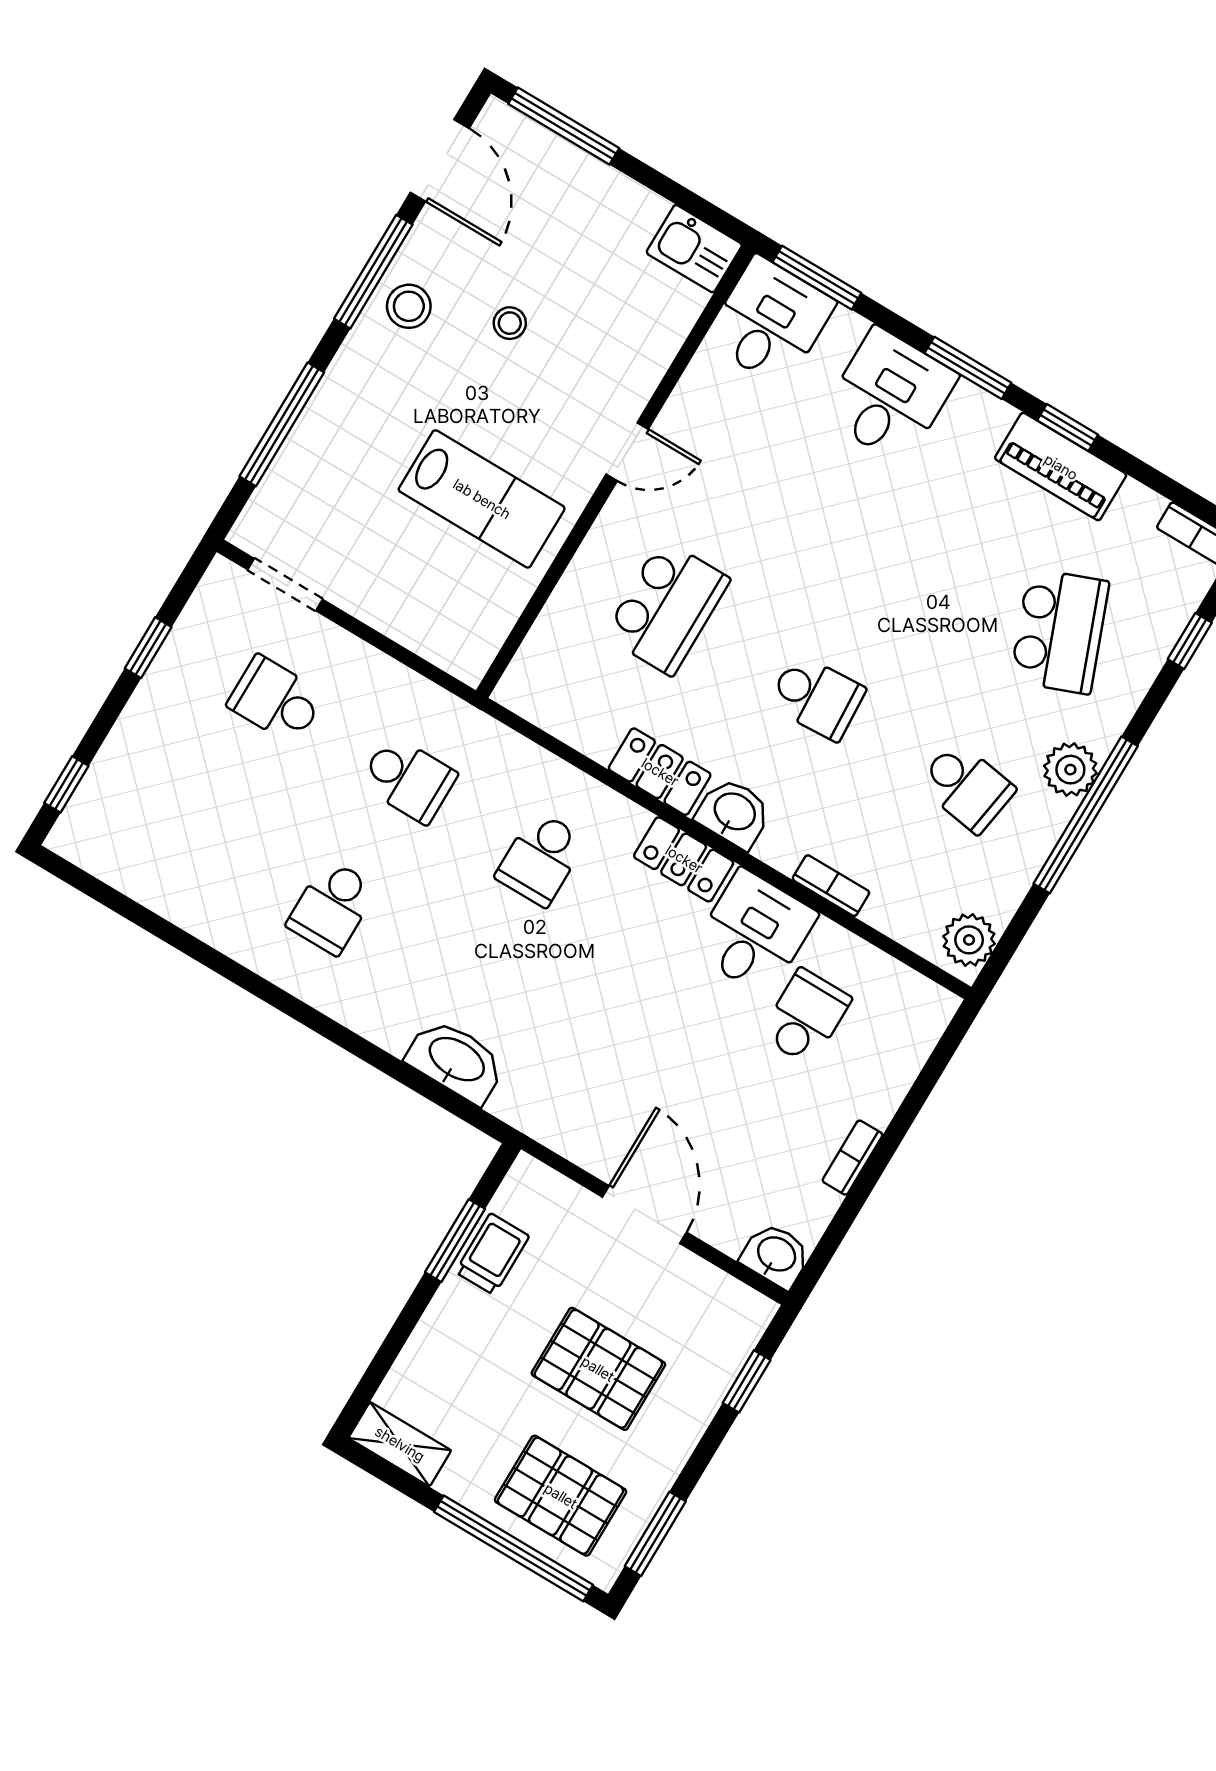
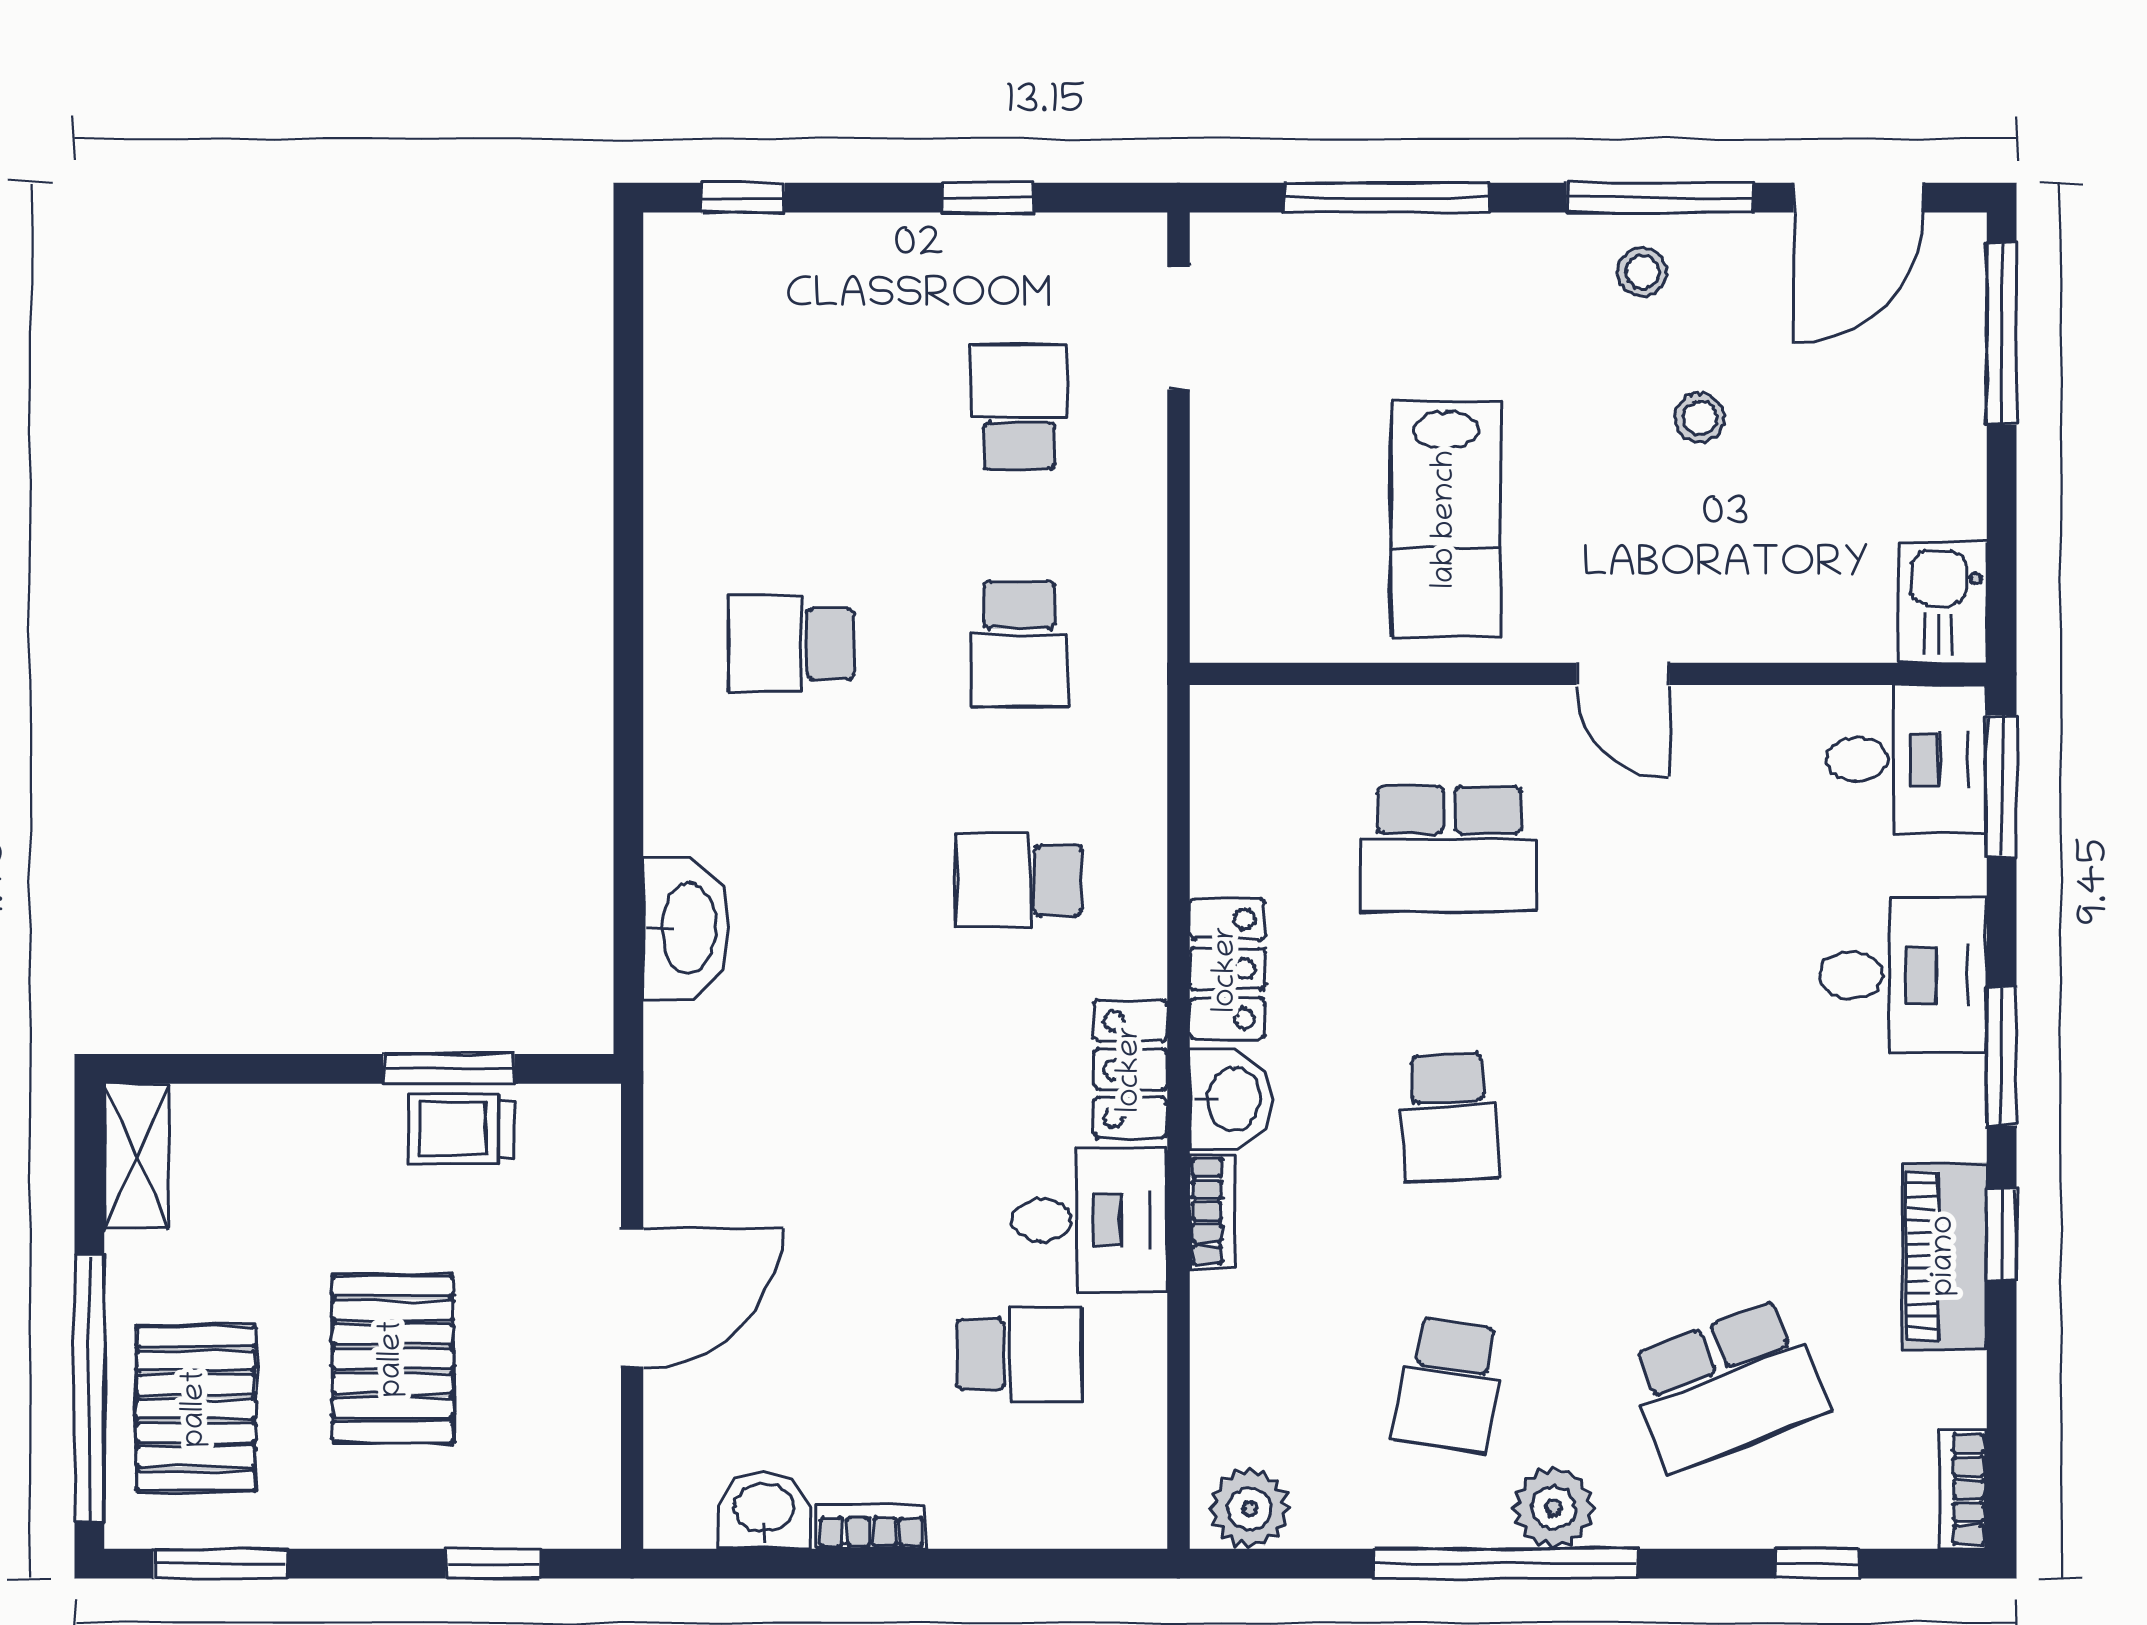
stool: (409, 306) -> (1642, 272), width x0.73, depth x0.73
bookcase: (831, 886) -> (1212, 1211), moved
trolley: (492, 1254) -> (460, 1128), turned 180
washbasin: (776, 1255) -> (764, 1510), moved, turned -90

